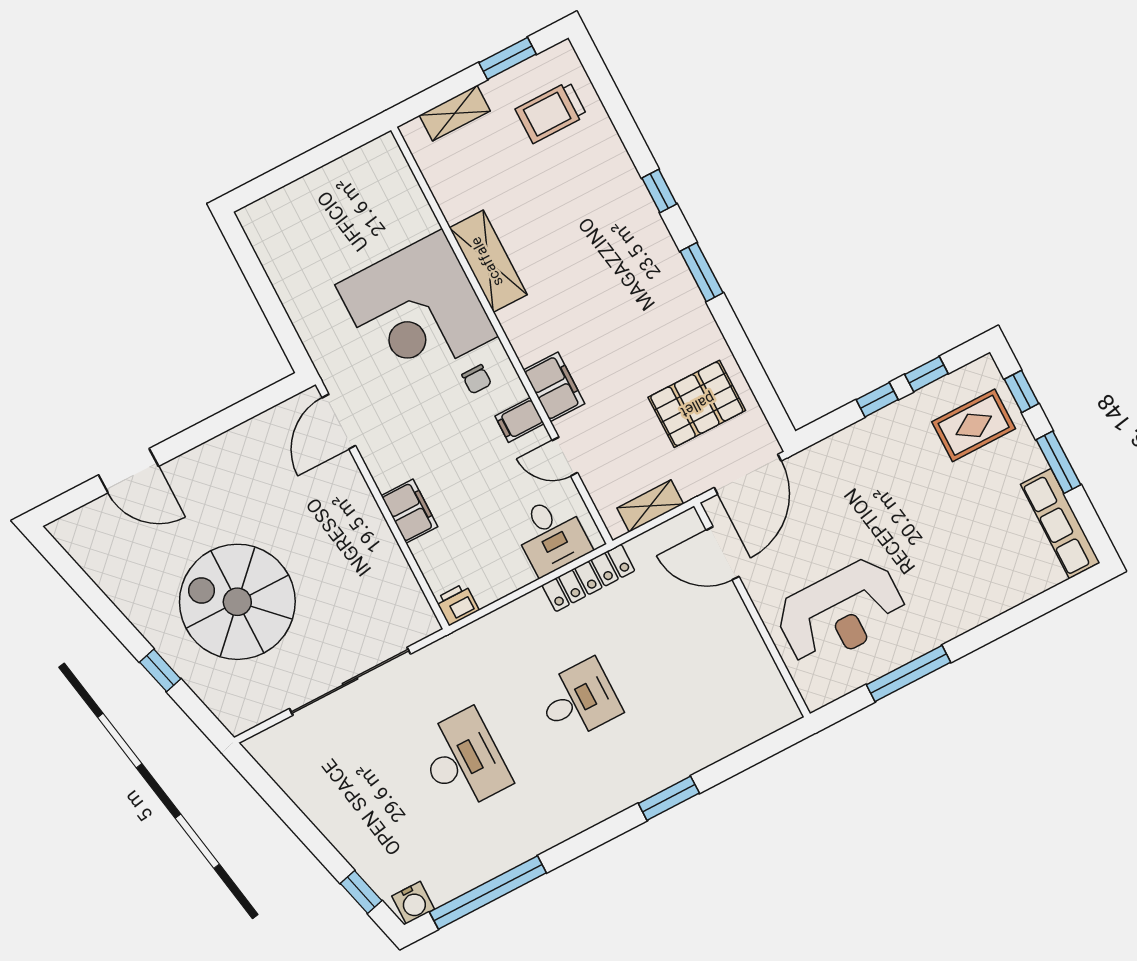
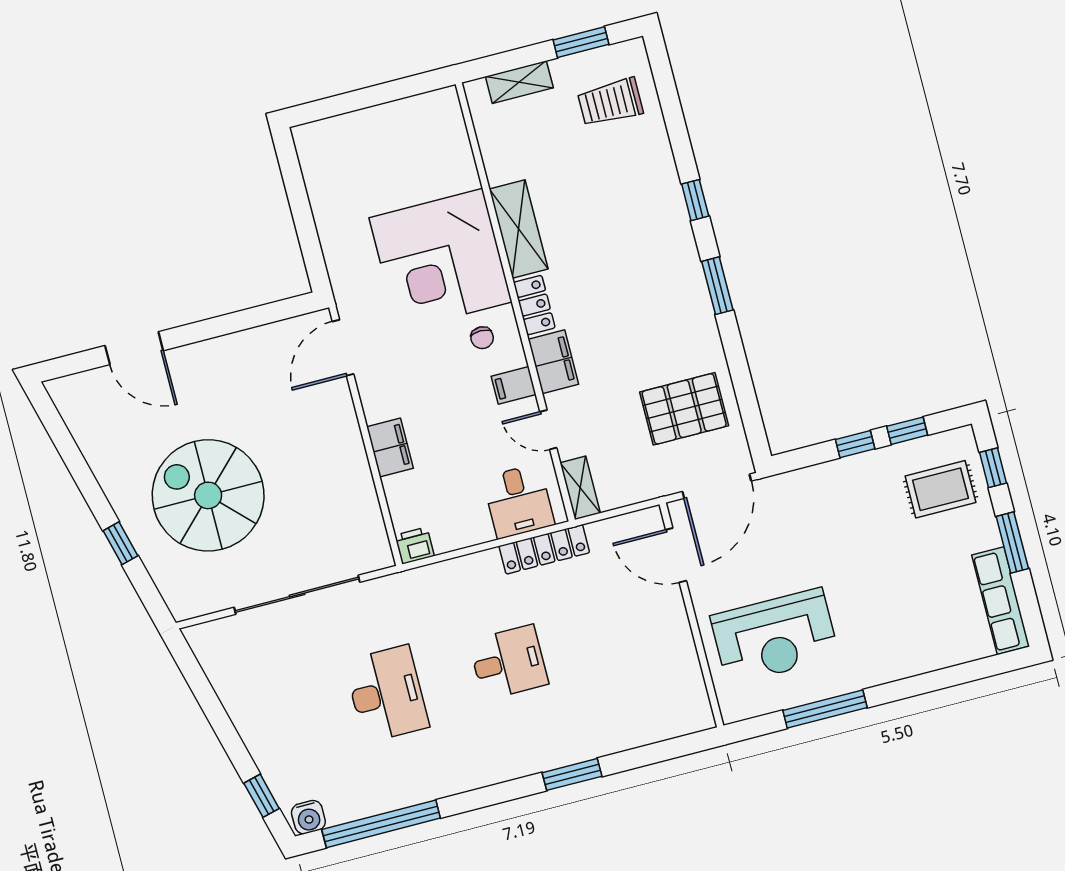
locker: (522, 334) -> (534, 305), added
shelving: (650, 506) -> (580, 488), moved, turned 90

